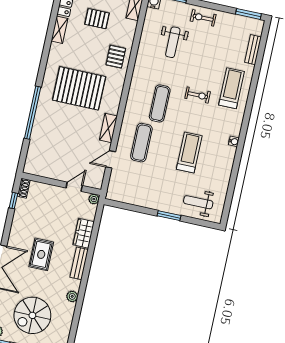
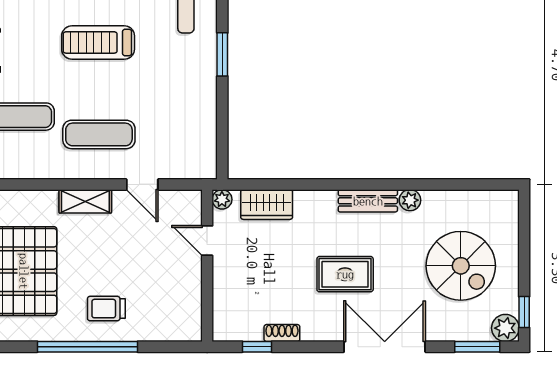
trolley: (50, 127) -> (106, 309), added
shoe rack: (24, 188) -> (282, 333), moved
wardrobe: (84, 233) -> (267, 205), moved
bench: (79, 263) -> (368, 201), moved

